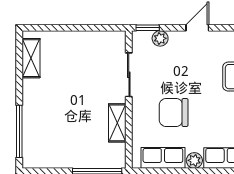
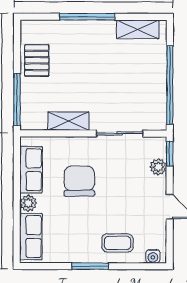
window: (83, 28) -> (170, 85), added
window: (19, 131) -> (87, 17), moved
pallet: (60, 153) -> (37, 60), added

